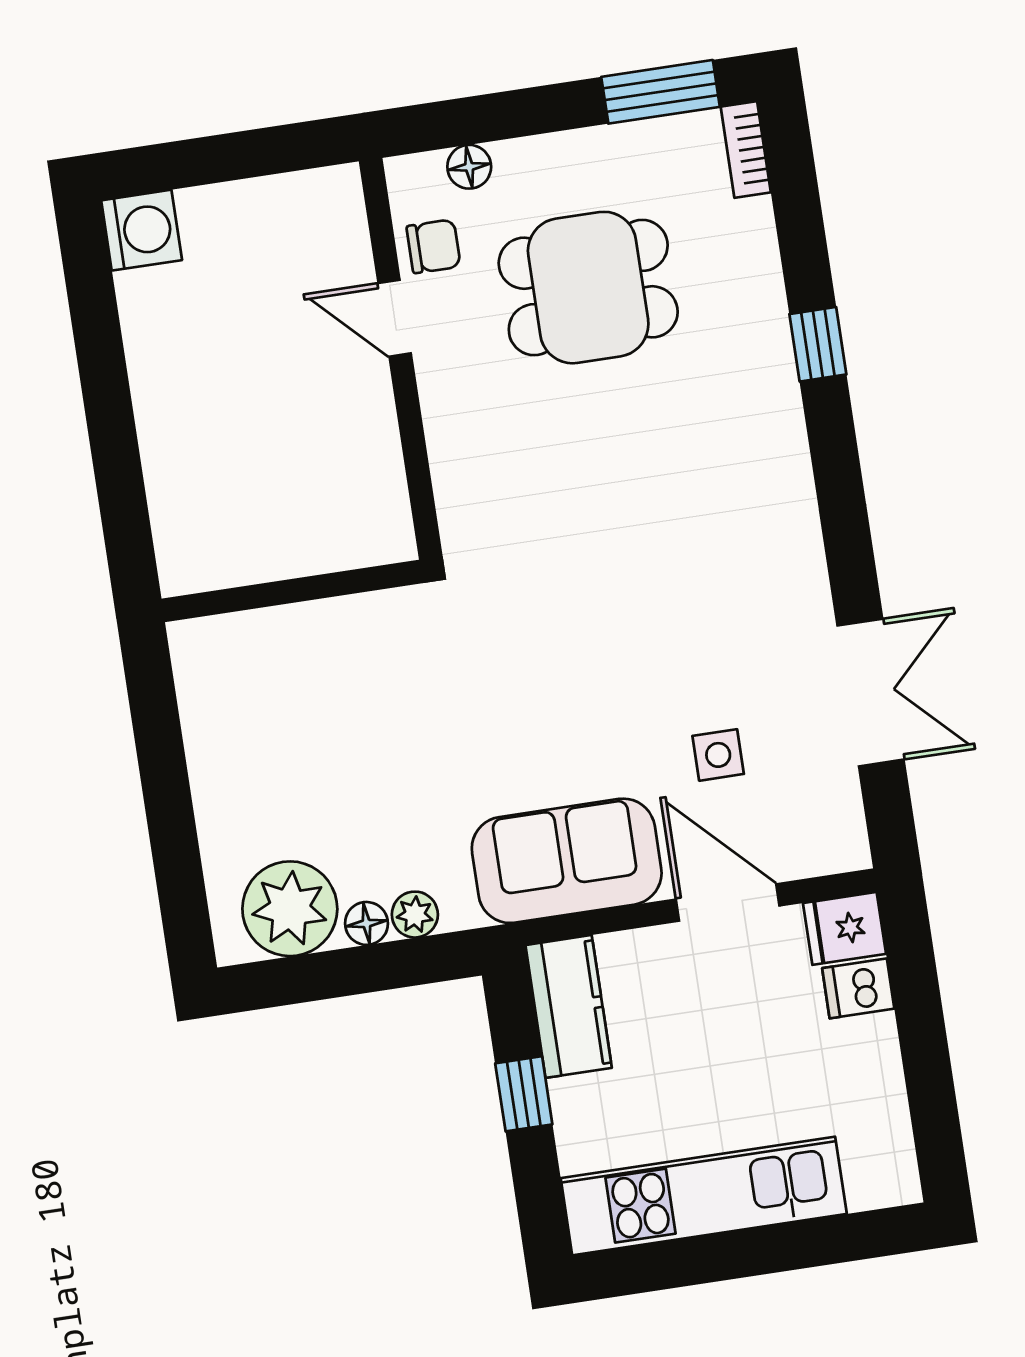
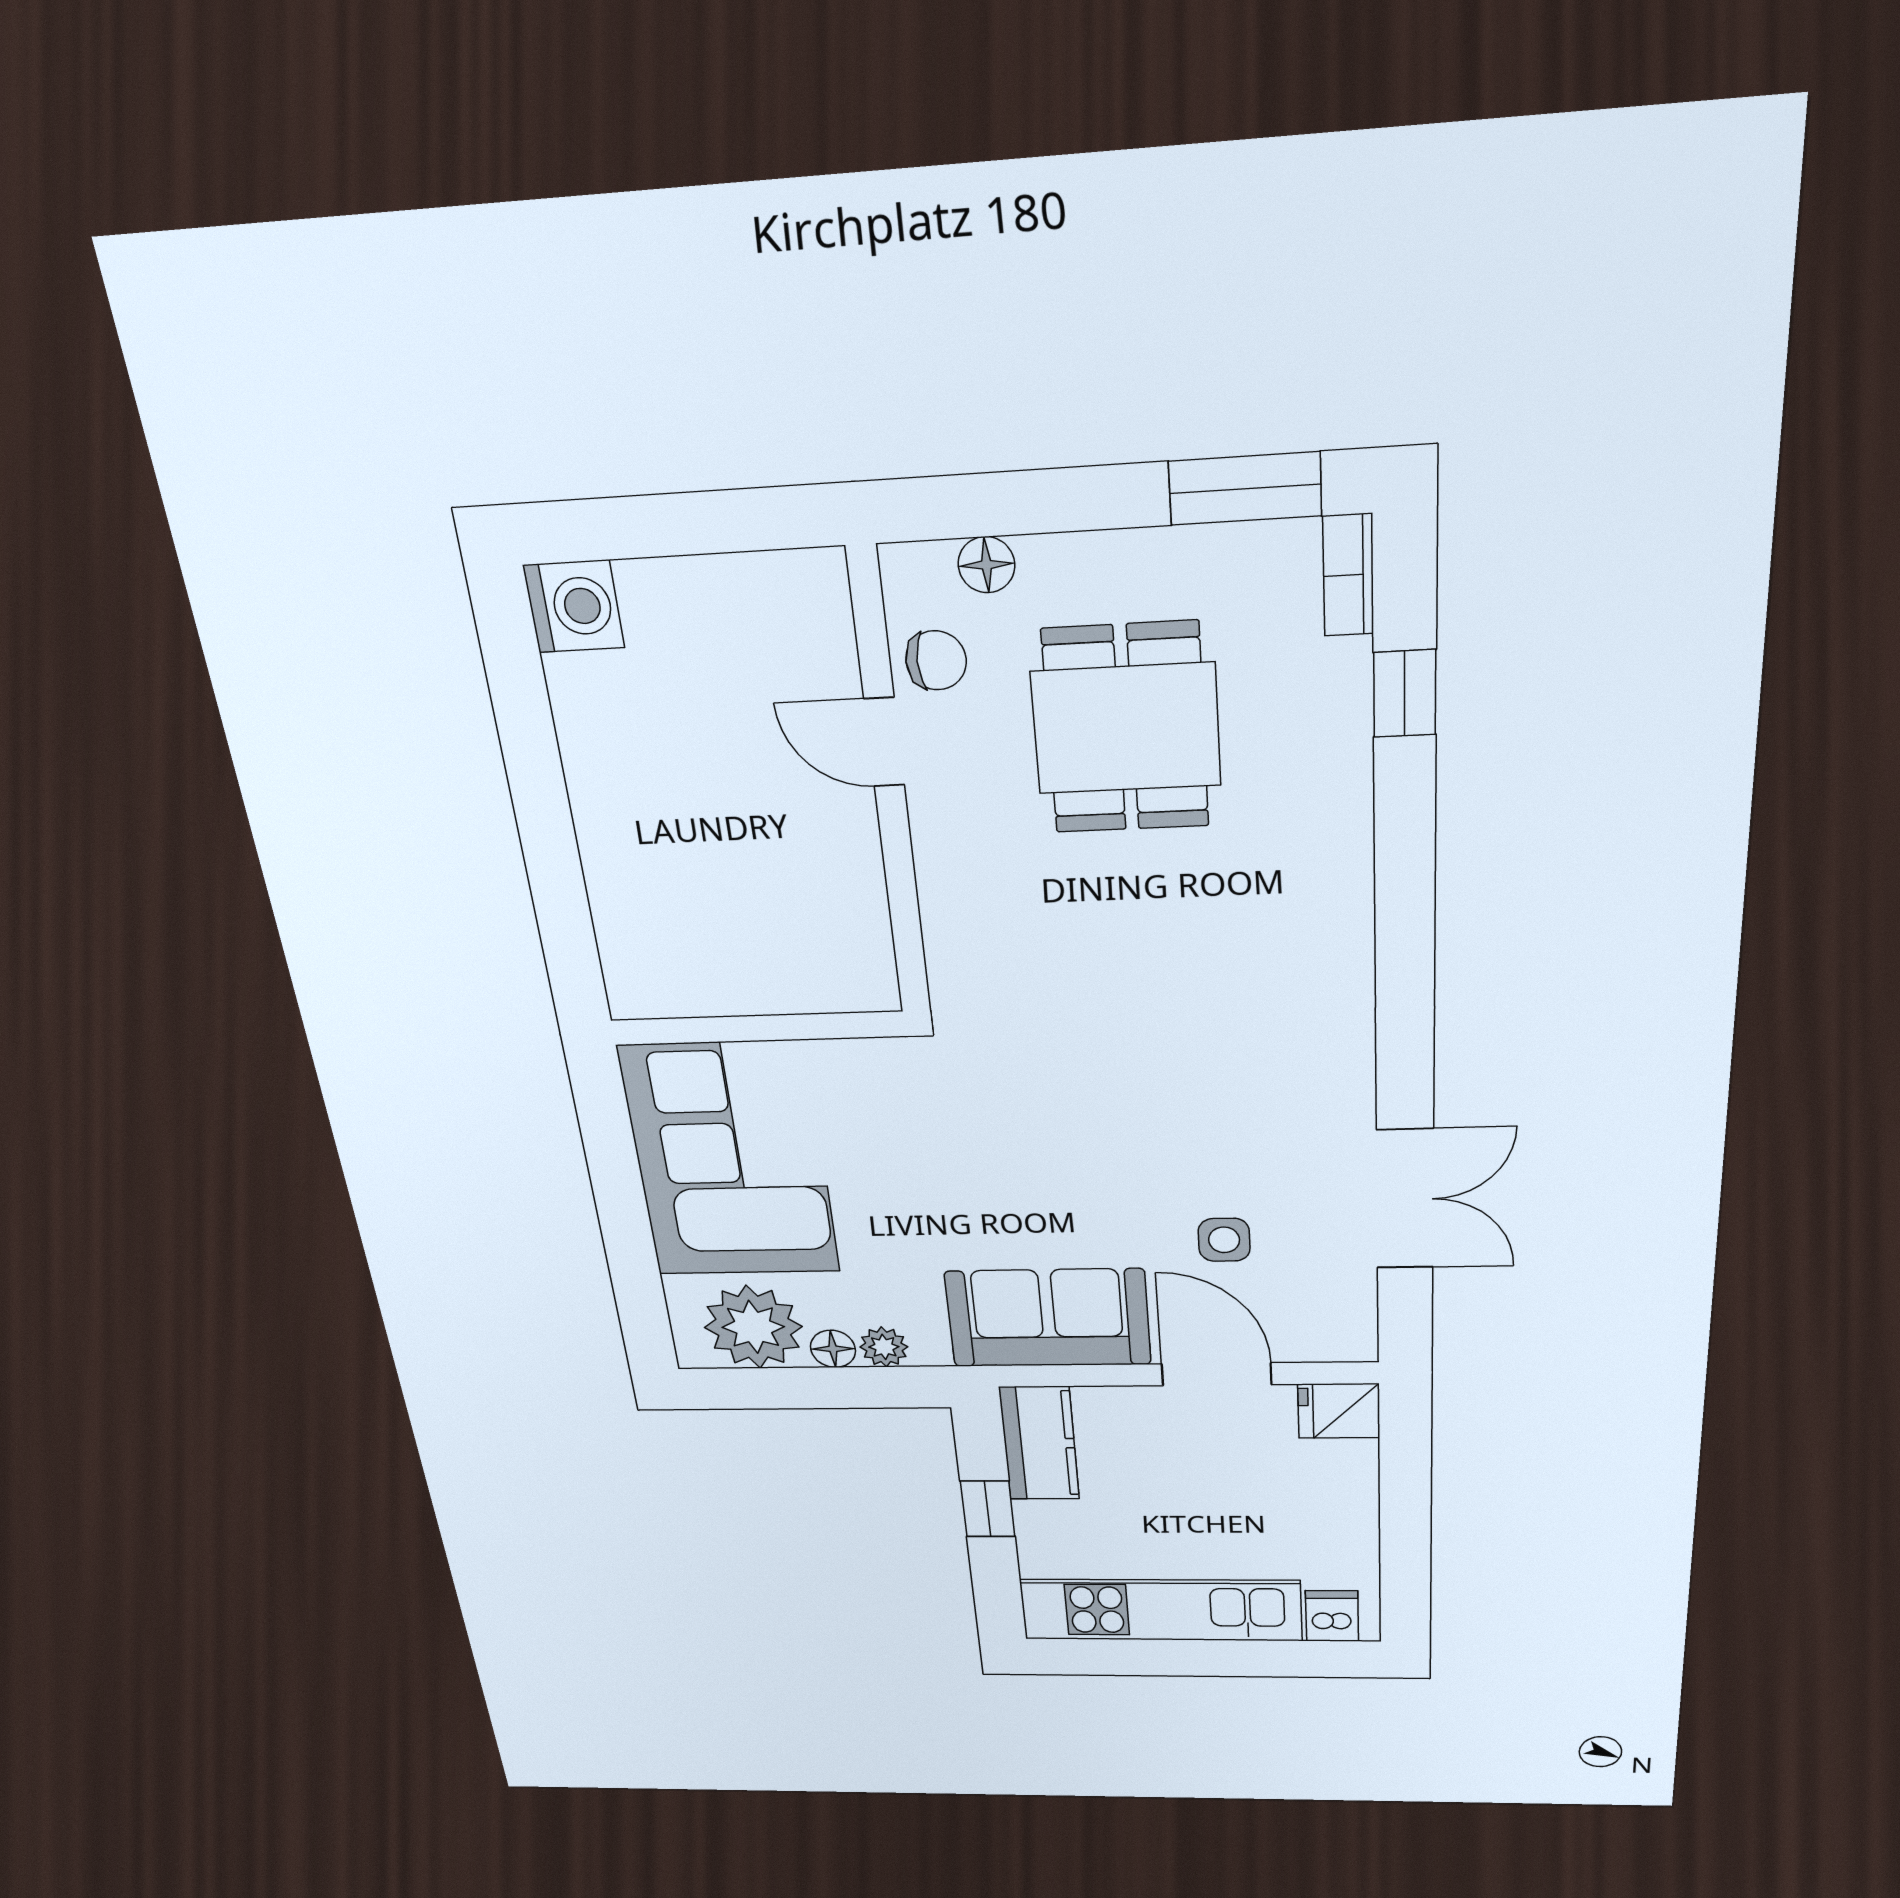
dining table: (588, 288) -> (1126, 729), turned 90
window: (818, 344) -> (1405, 694), moved
corner sofa: (268, 728) -> (730, 1160), added
dishwasher: (858, 988) -> (1332, 1616), moved, turned 90

